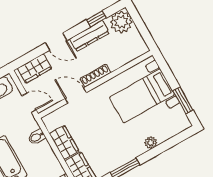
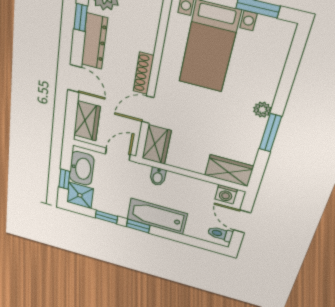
door: (56, 42) -> (74, 79), hinge flipped
wardrobe: (64, 142) -> (157, 145), moved, turned 90
plant: (151, 143) -> (262, 110), moved

